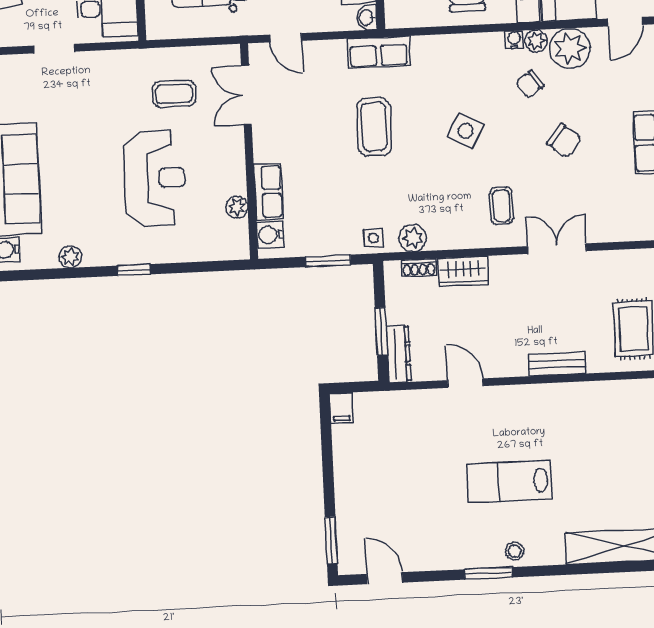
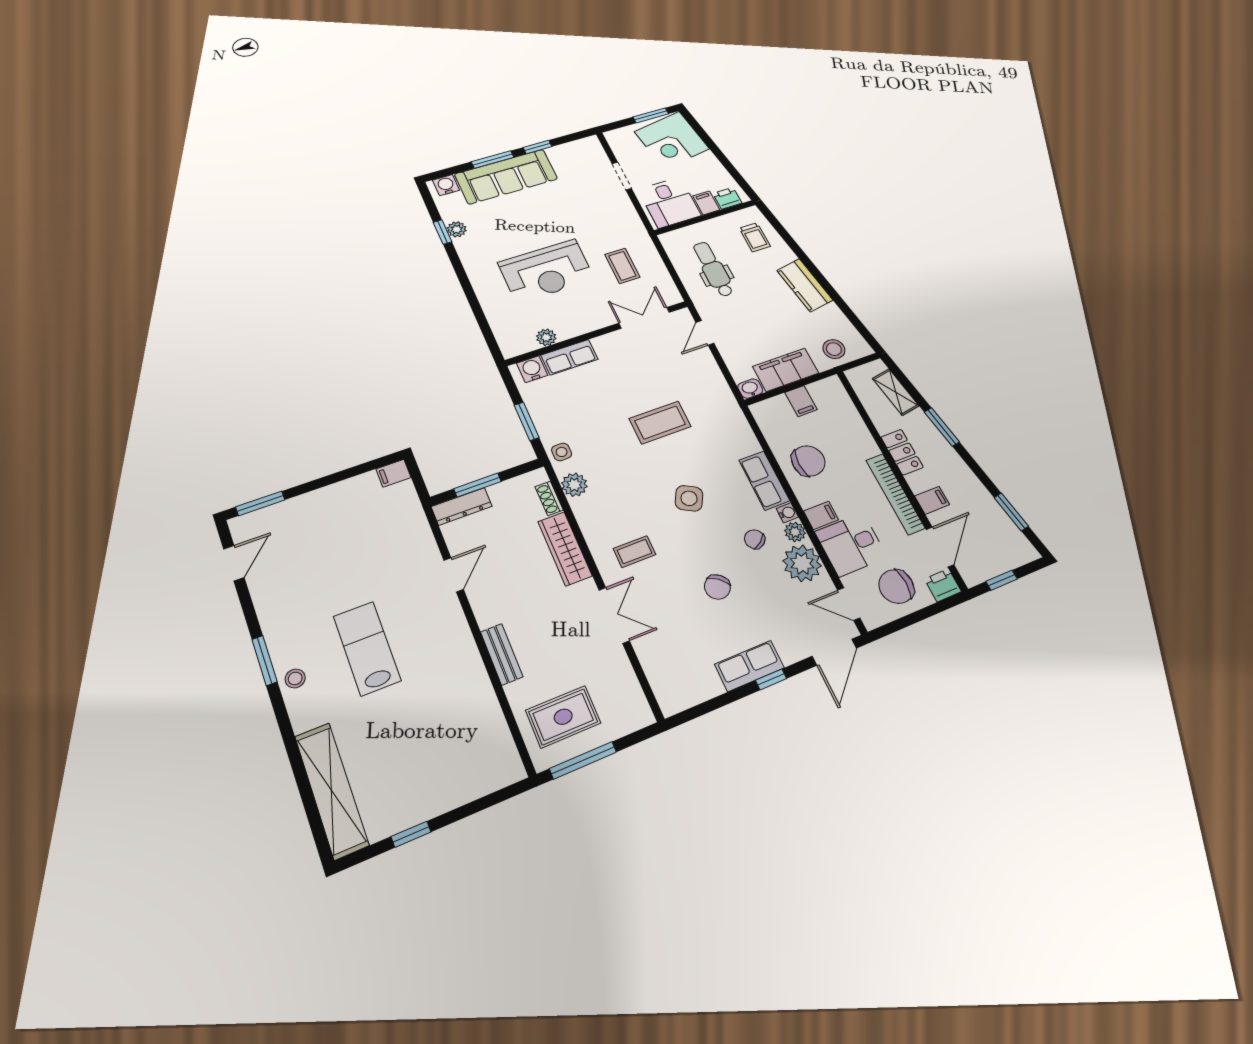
row of seats: (379, 52) -> (764, 480), moved
window: (134, 270) -> (442, 232), moved
wardrobe: (463, 271) -> (565, 549), width x1.50

